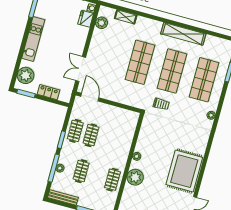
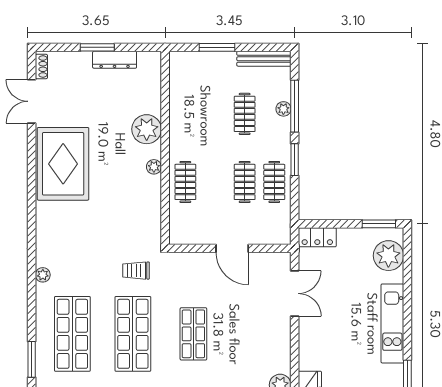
shop shelf: (140, 62) -> (193, 334), width x0.70, depth x0.74
locker: (48, 92) -> (317, 237), moved
door: (90, 97) -> (232, 248), moved
clothes rail: (112, 180) -> (185, 182), moved

